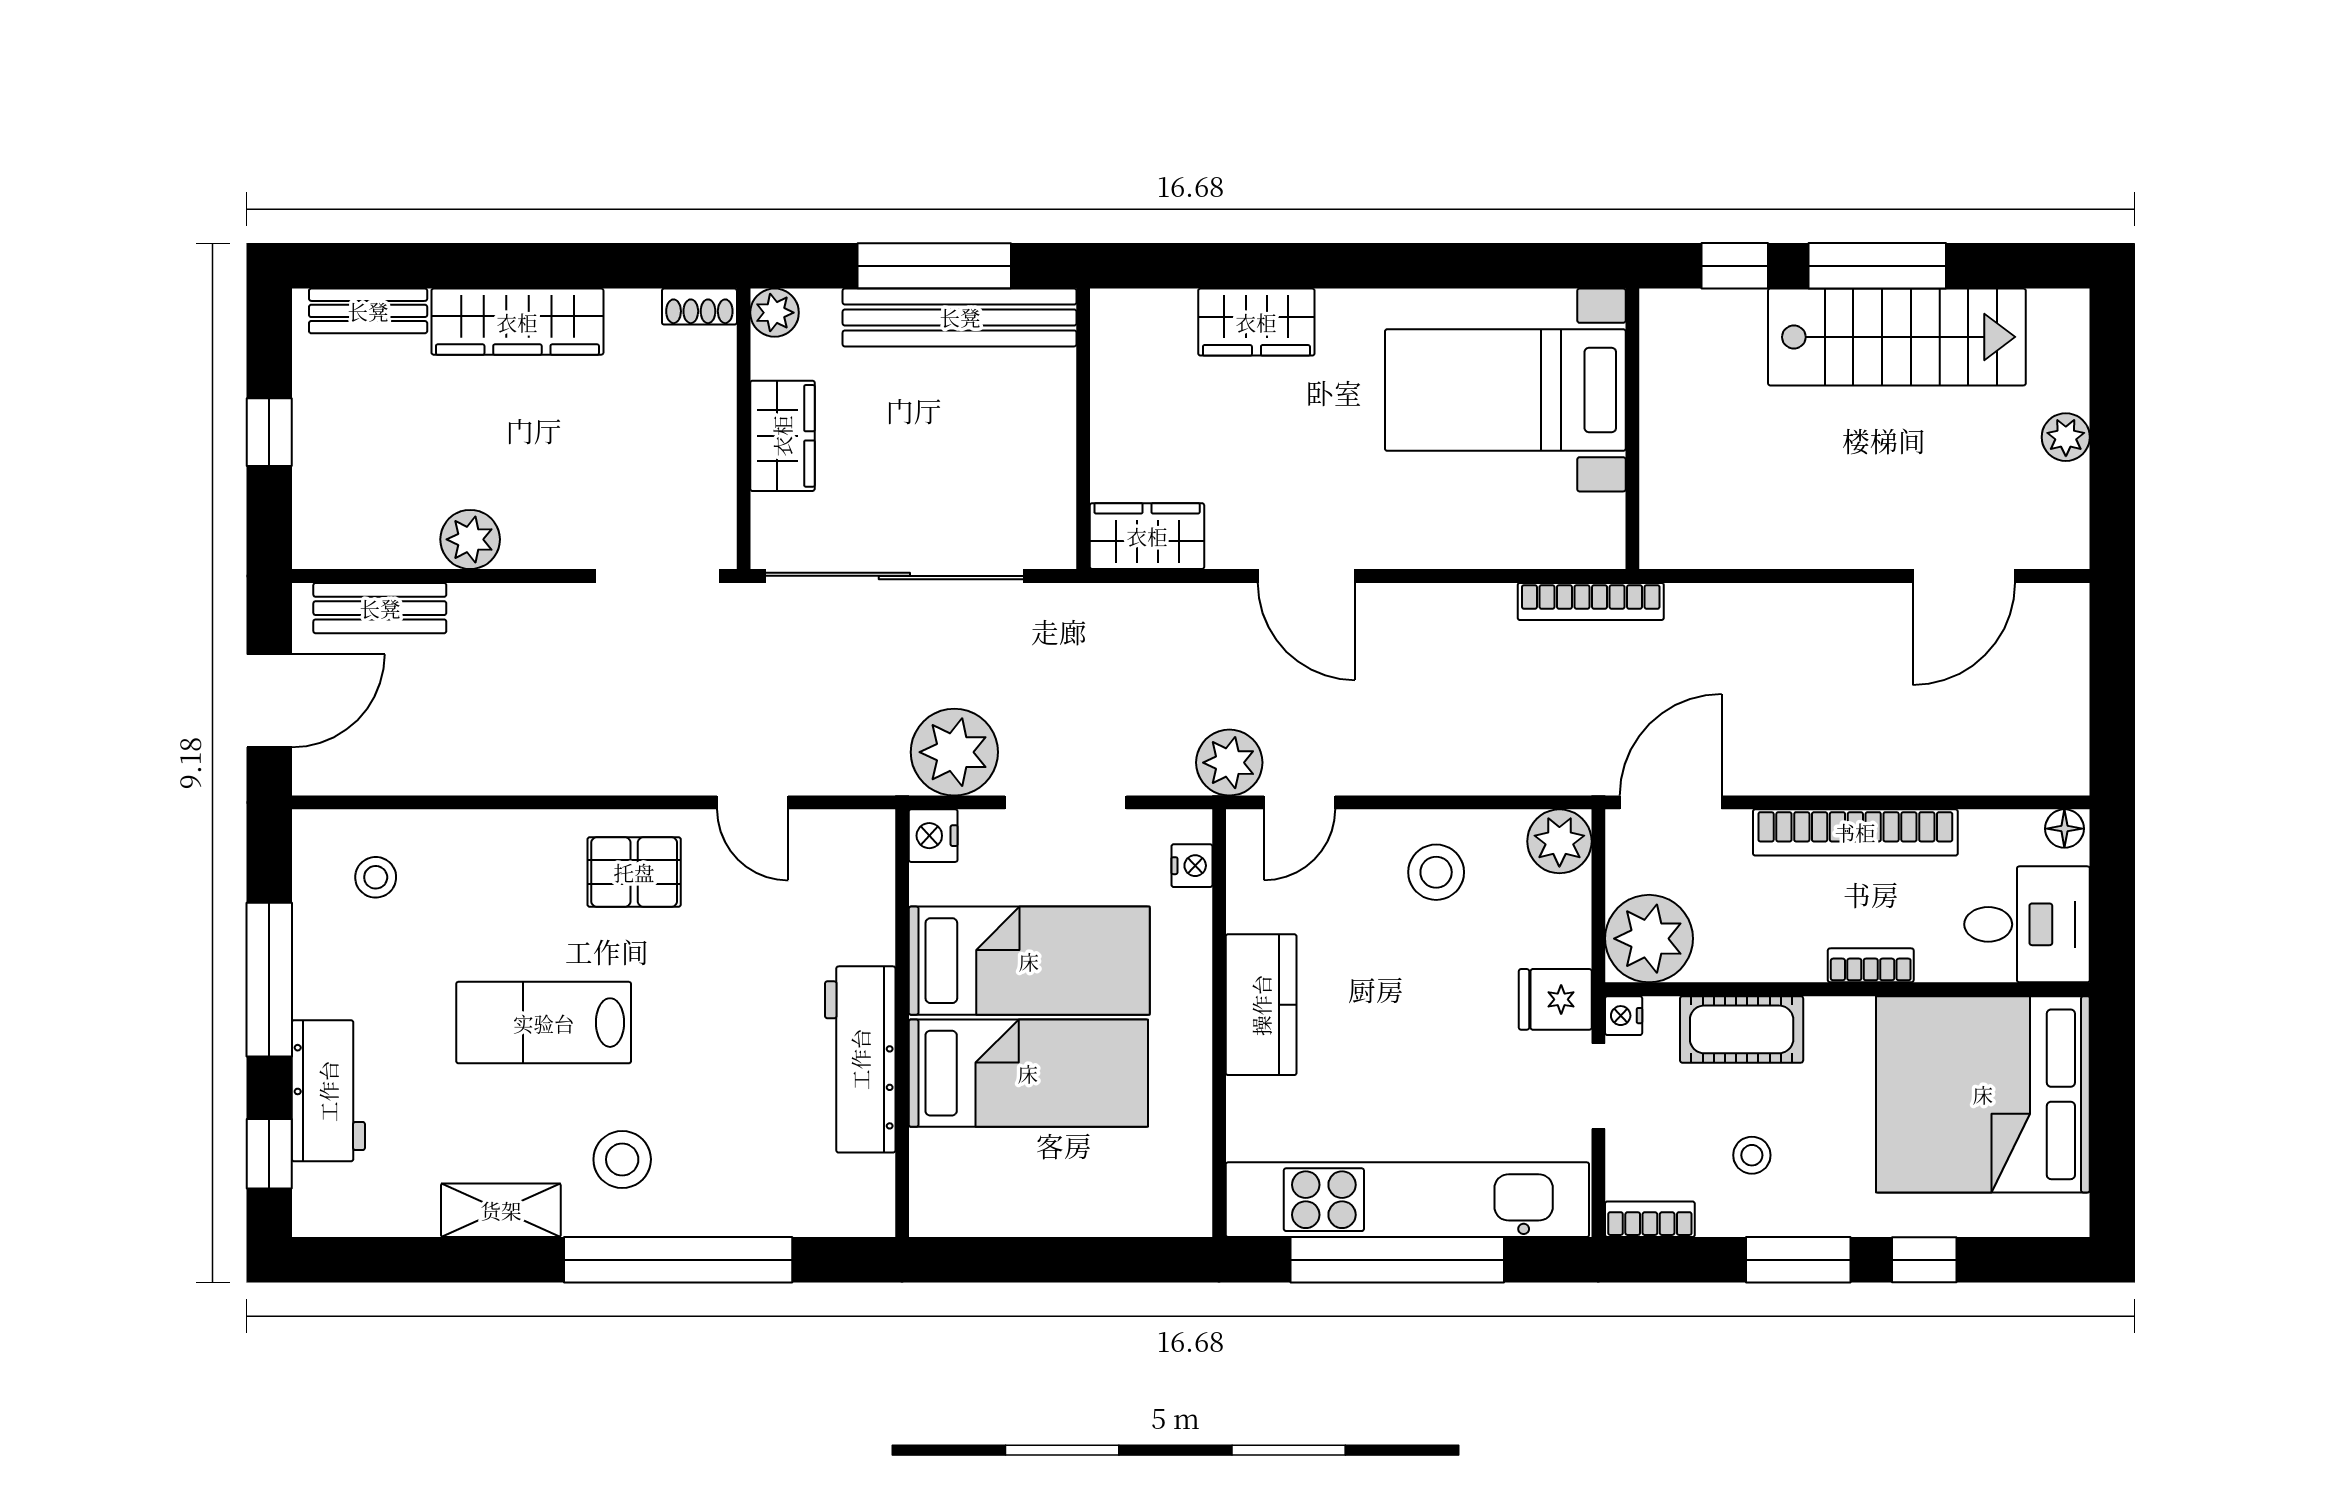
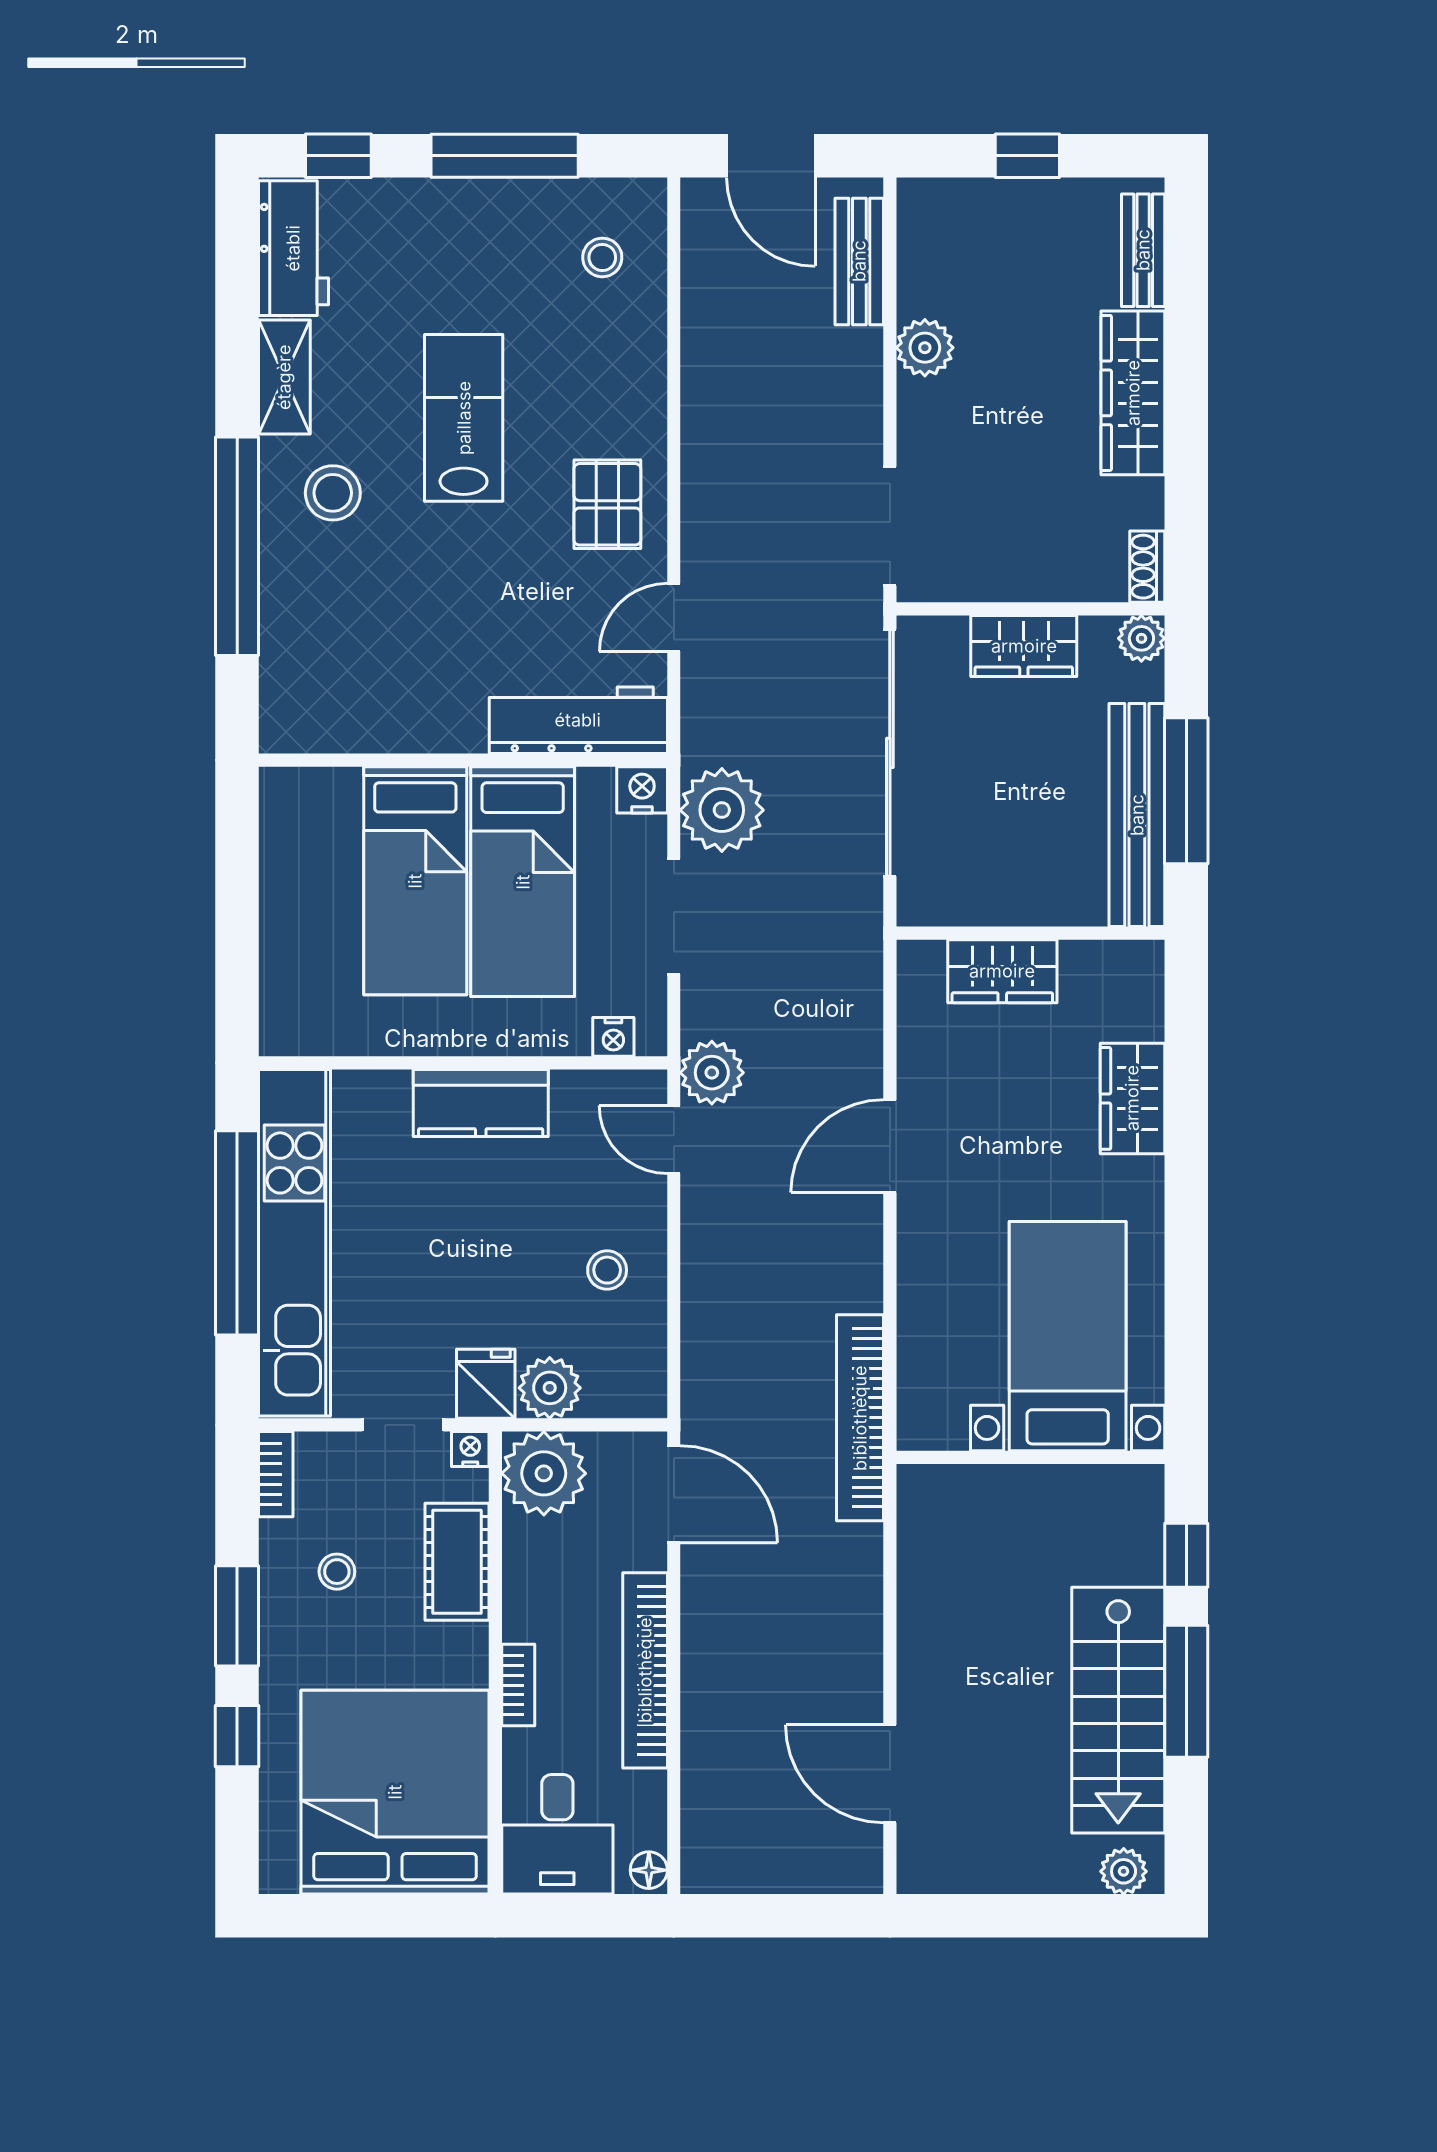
plant: (2066, 437) -> (1124, 1871), moved
wardrobe: (1147, 536) -> (1002, 971), moved, turned 90
bookcase: (1591, 601) -> (860, 1418), width x1.48, depth x1.31
plant: (1559, 841) -> (550, 1388), moved
stool: (1436, 872) -> (607, 1270), width x0.73, depth x0.73
workbench: (860, 1059) -> (578, 720), moved
workbench: (328, 1091) -> (293, 248), moved, turned -90

